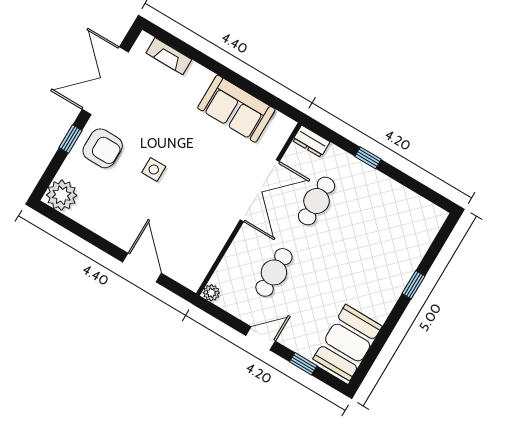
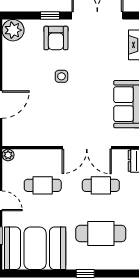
cafe table: (376, 236) -> (101, 233), added
booth: (348, 343) -> (35, 248), width x1.36, depth x1.42

